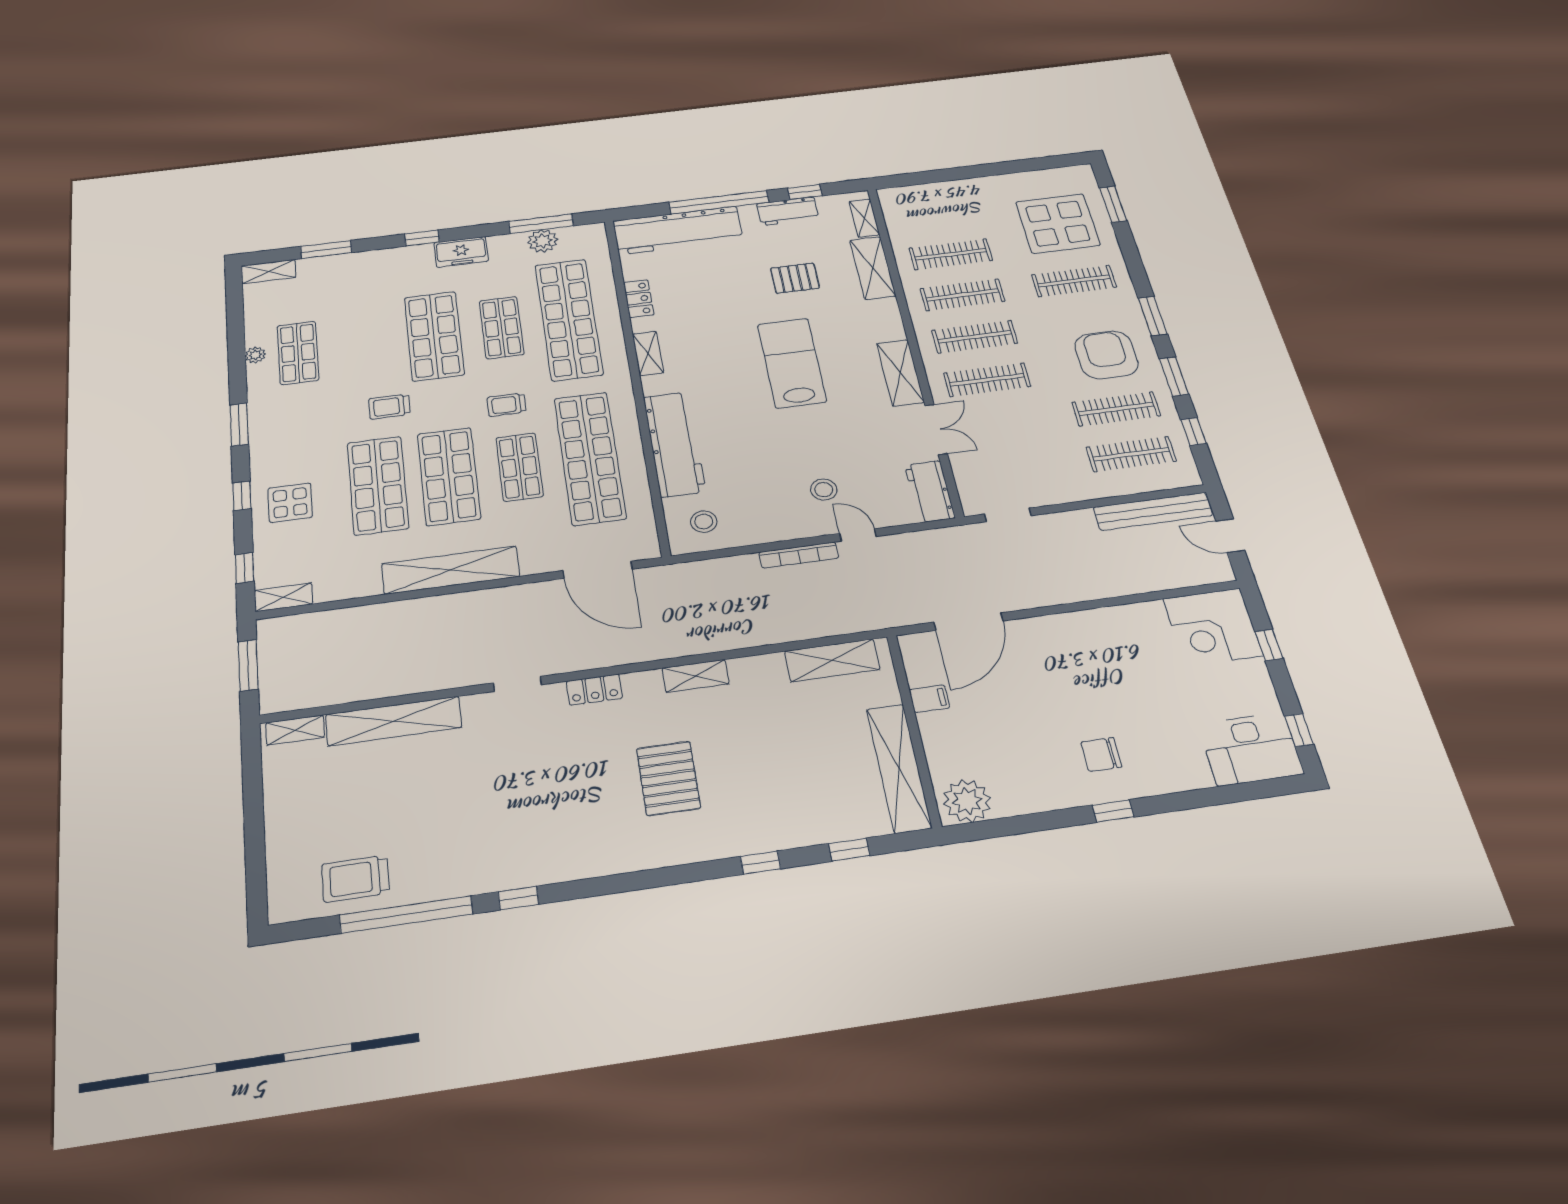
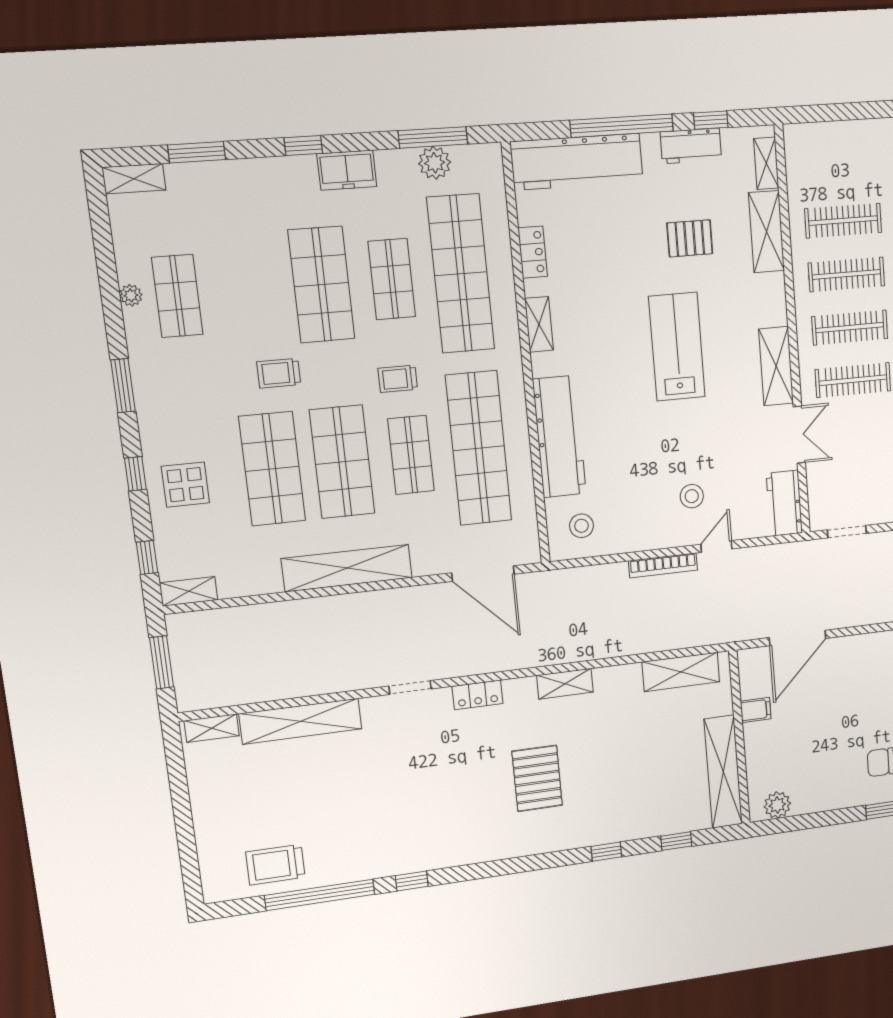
door: (858, 535) -> (716, 547), hinge flipped
plant: (967, 801) -> (777, 805), width x0.73, depth x0.73

